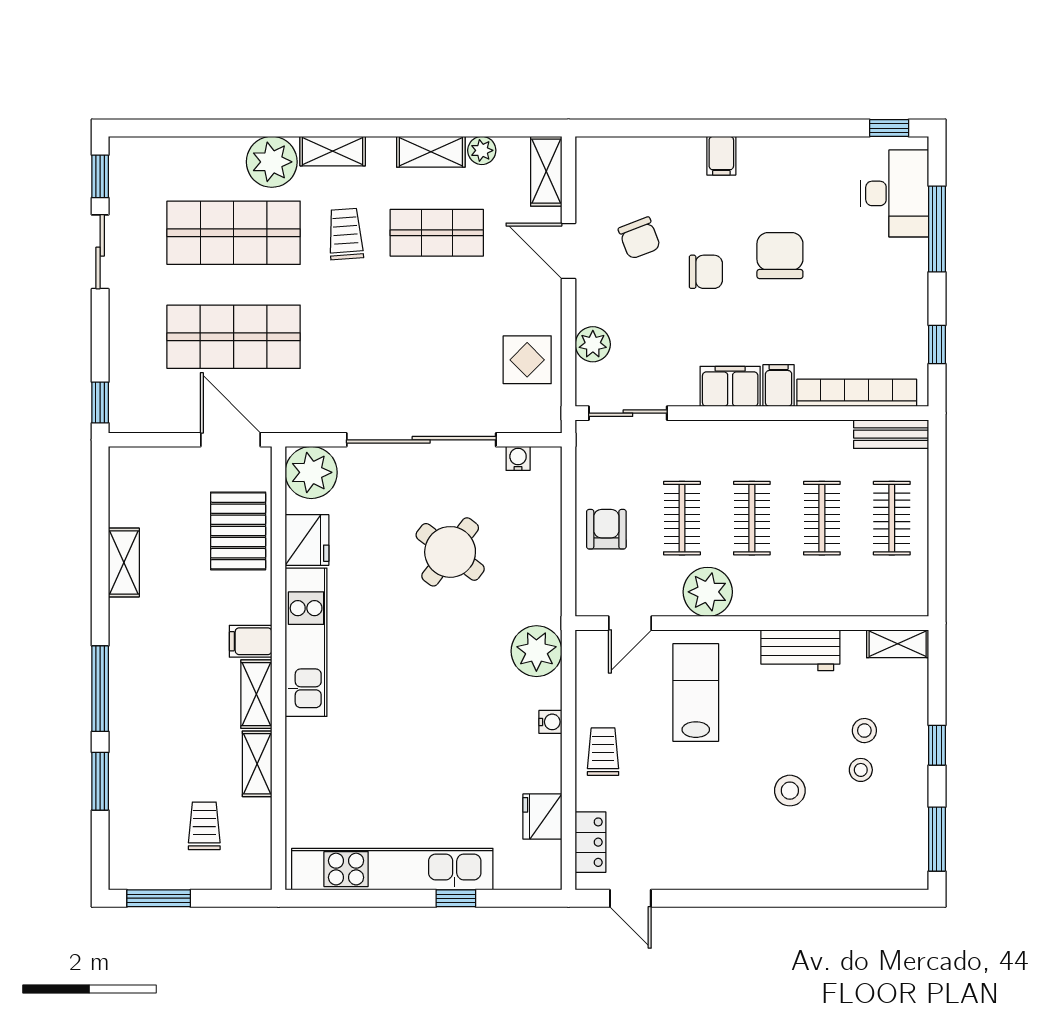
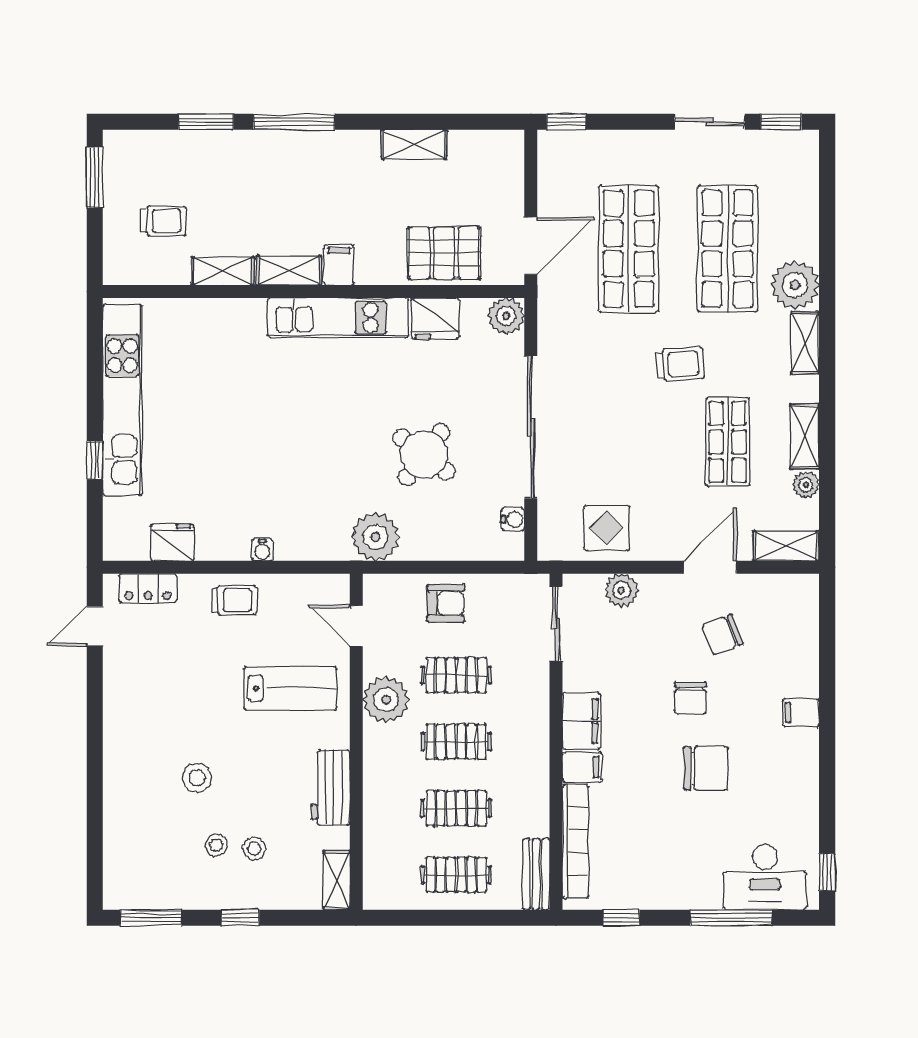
trolley: (346, 234) -> (680, 364), moved
plant: (311, 472) -> (506, 316), width x0.73, depth x0.73
plant: (536, 651) -> (376, 537), moved

